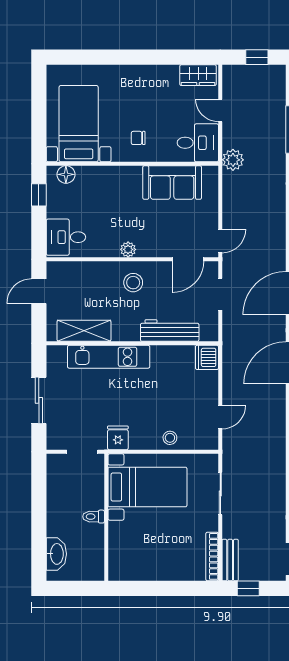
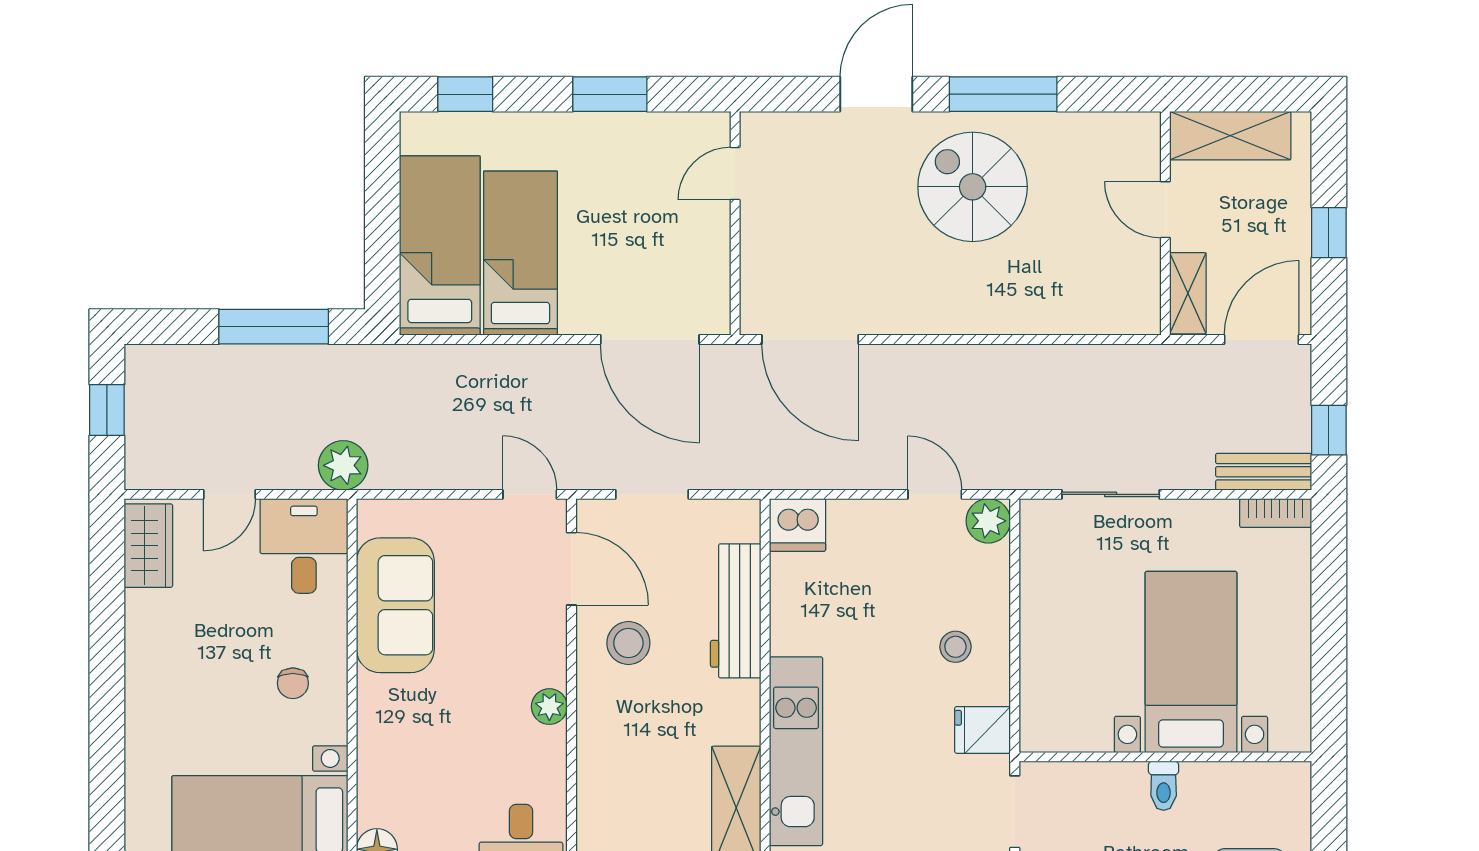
stool: (133, 283) -> (628, 643), moved
stool: (170, 438) -> (955, 647), moved
plant: (209, 440) -> (988, 521), added
bed with nightstands: (147, 487) -> (1191, 662), moved
bookcase: (212, 556) -> (1276, 513), width x0.64

